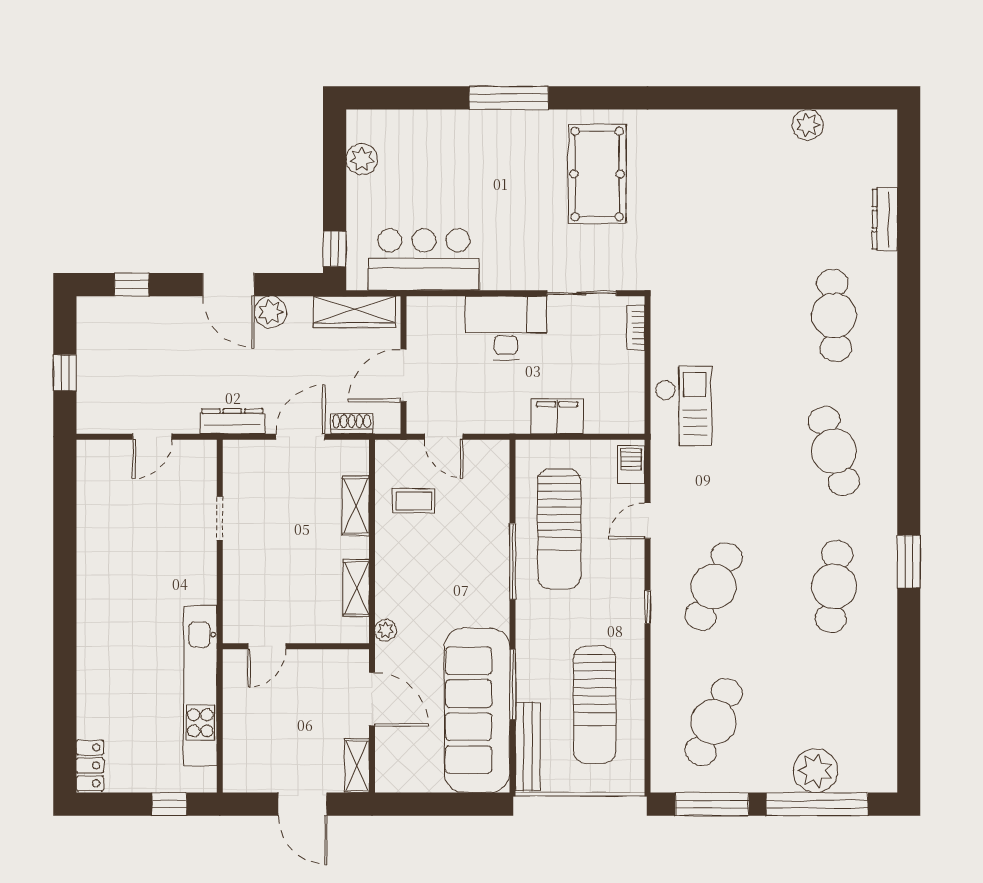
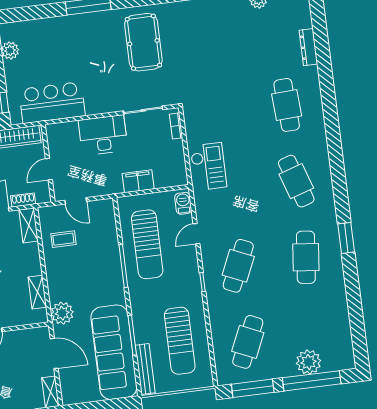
door: (404, 375) -> (49, 169), width x0.73
shelving: (356, 506) -> (29, 225), moved
plant: (386, 630) -> (62, 313), width x1.88, depth x1.88

